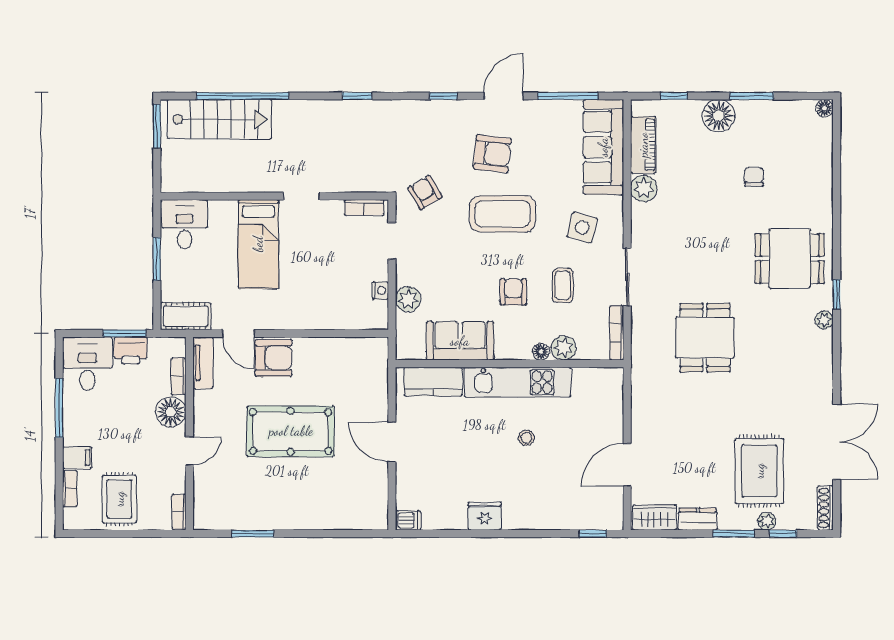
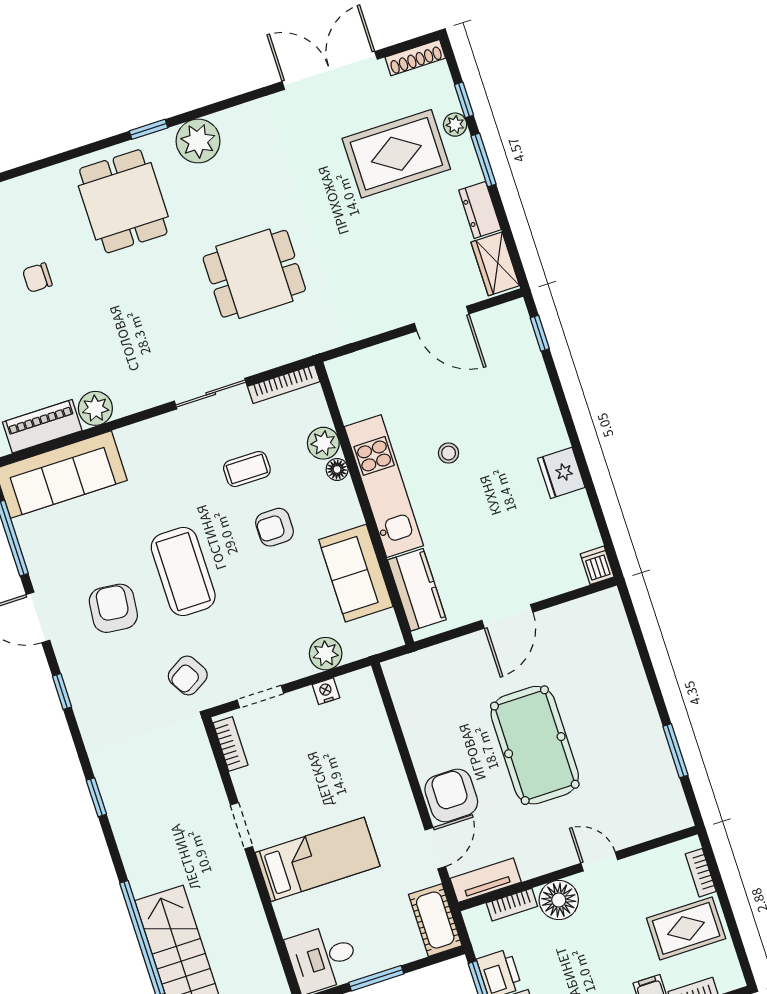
side table: (582, 227) -> (168, 468), removed
plant: (824, 320) -> (198, 141), width x1.87, depth x1.87
bookcase: (179, 512) -> (701, 873), moved, turned 90

